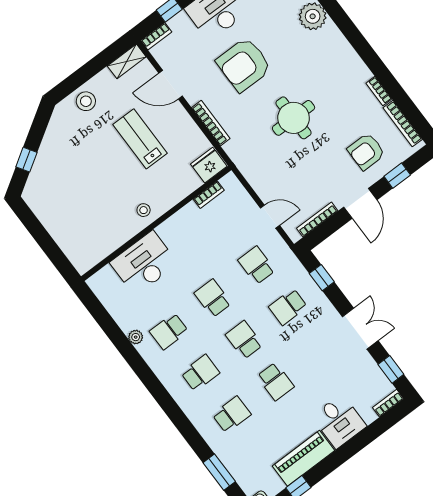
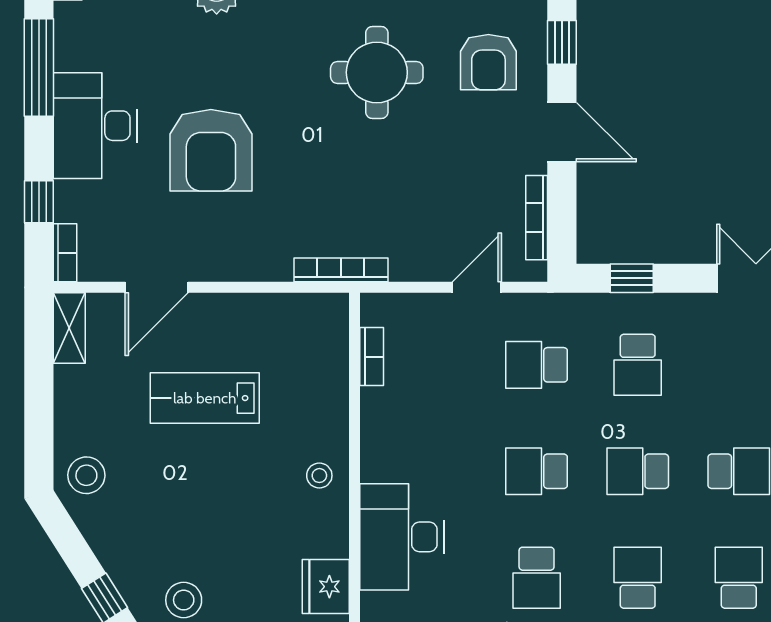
stool: (86, 101) -> (86, 475), moved
round table: (294, 118) -> (377, 72), moved
bookcase: (211, 123) -> (341, 270), moved
fridge: (209, 165) -> (326, 587), moved
stool: (50, 193) -> (184, 600), added

